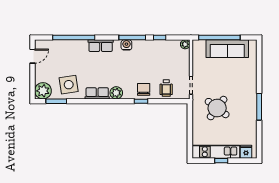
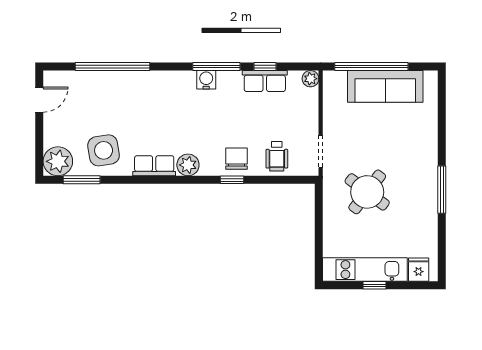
row of seats: (101, 46) -> (265, 81), moved

